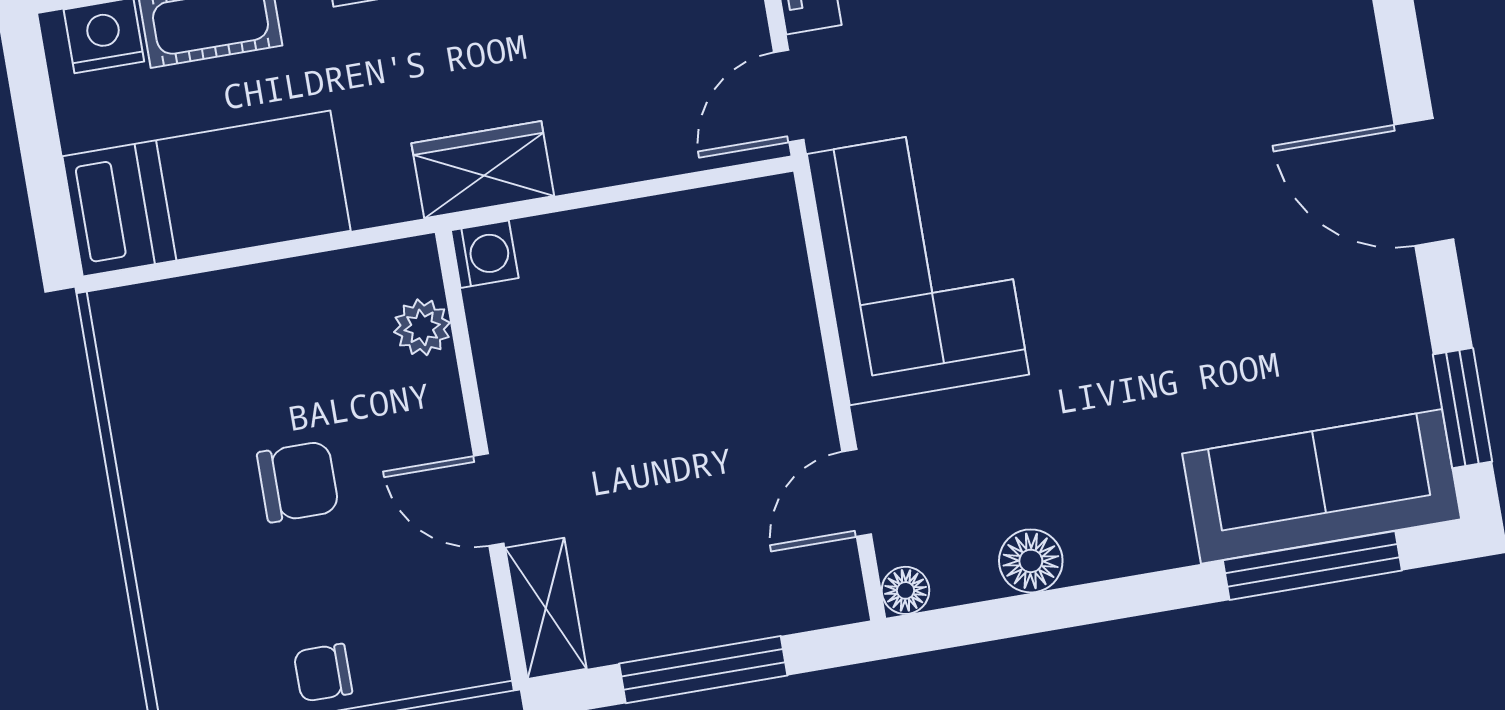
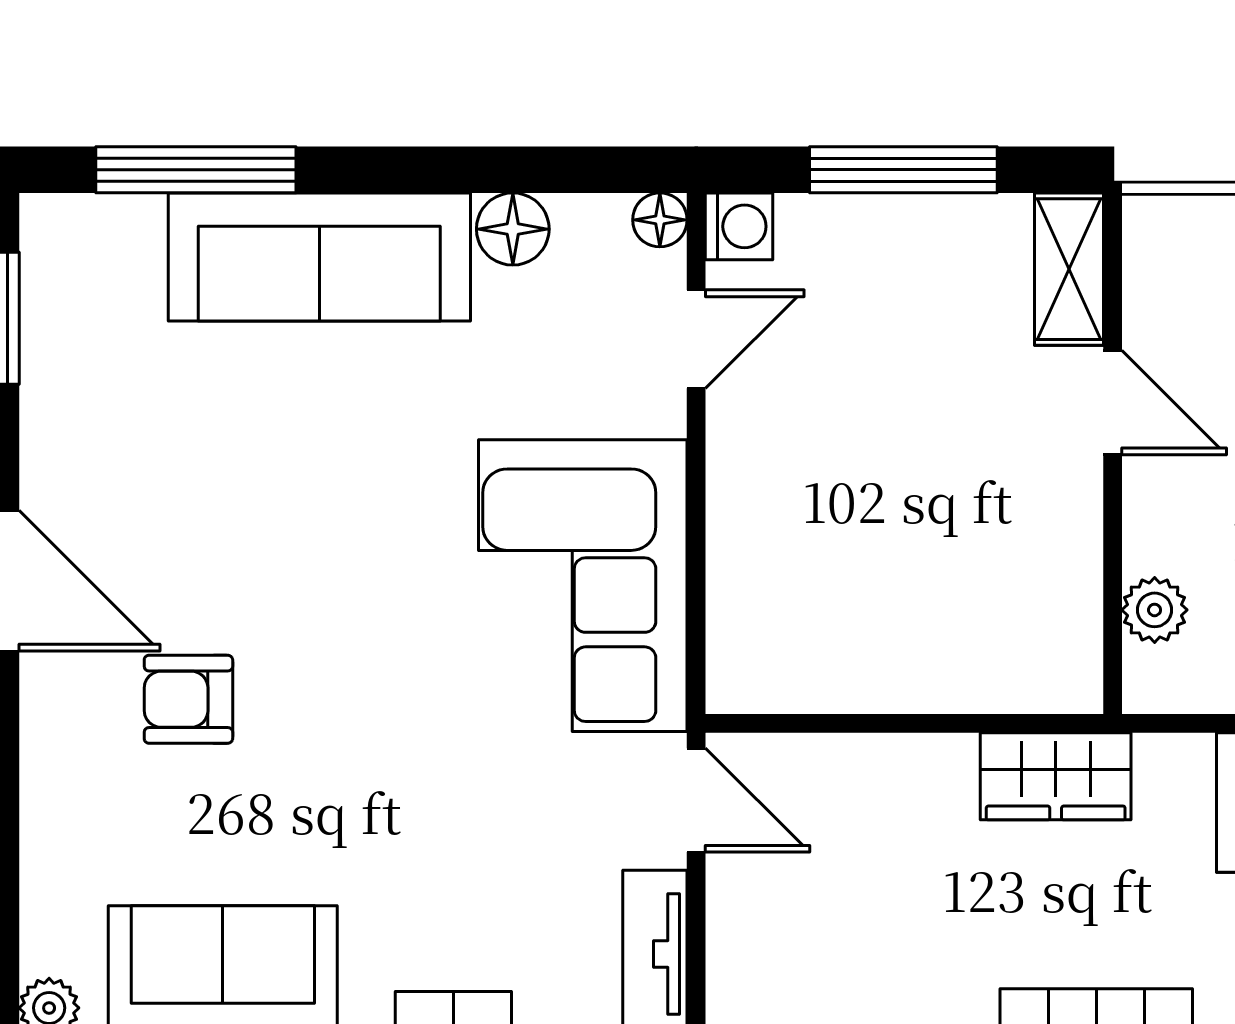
door: (789, 96) -> (696, 800), hinge flipped
armchair: (1241, 108) -> (188, 699), added
washing machine: (485, 254) -> (739, 226), moved, turned 180
sofa: (1322, 486) -> (319, 257), moved

